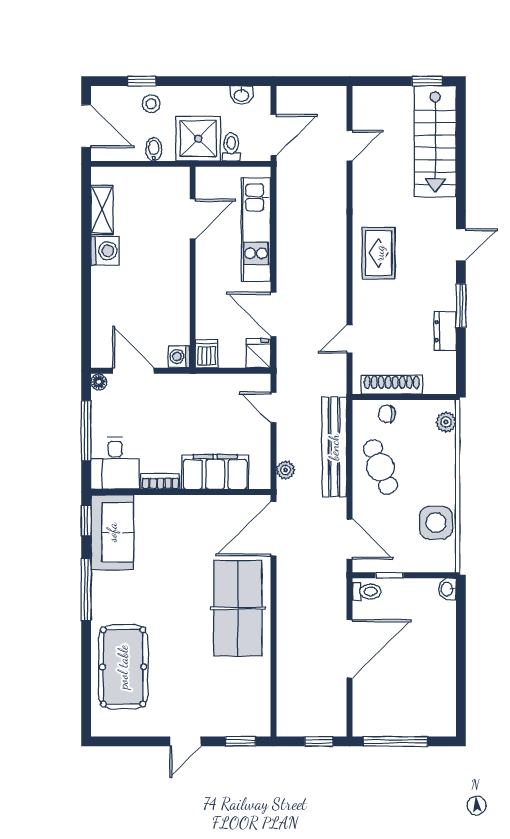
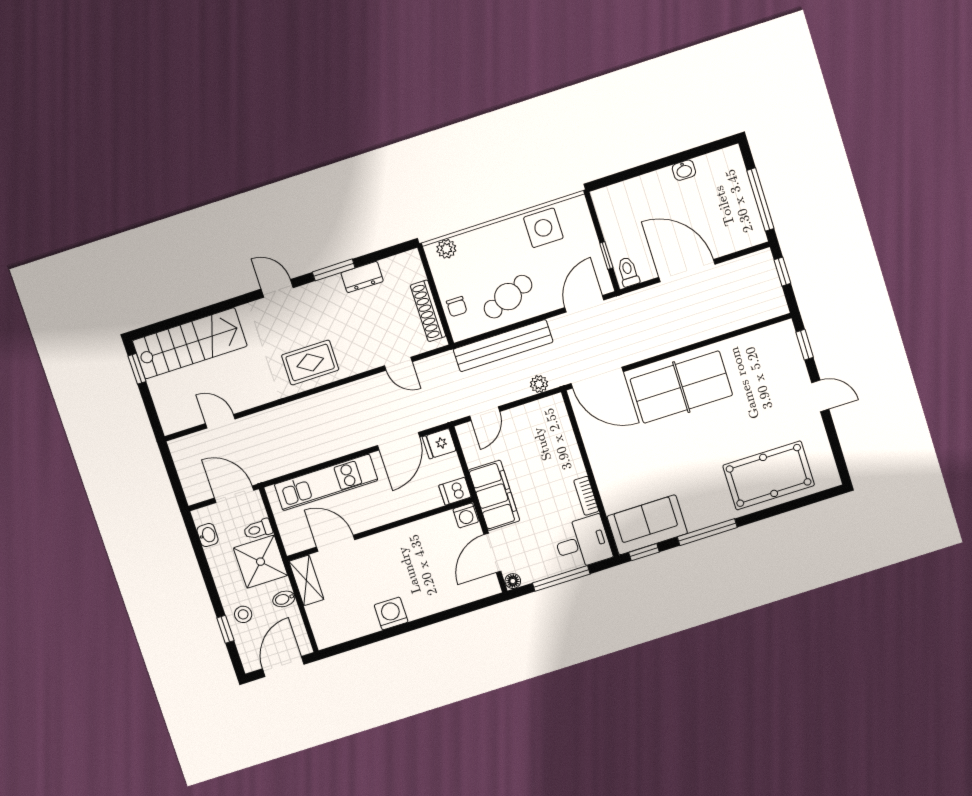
shelving: (102, 210) -> (306, 580), moved, turned 90
filing cabinet: (215, 472) -> (494, 495), moved, turned 180
washbasin: (447, 589) -> (684, 170), moved

